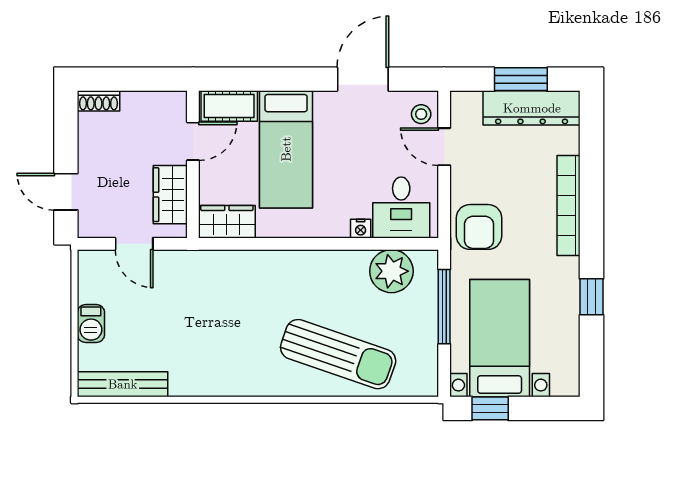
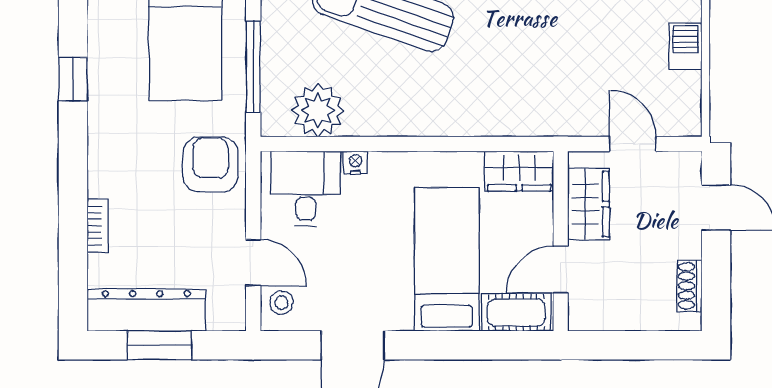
shoe rack: (99, 101) -> (689, 286), moved, turned -90
bookcase: (569, 205) -> (98, 226), width x0.43, depth x0.76

